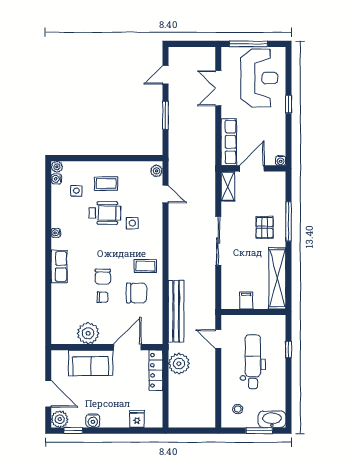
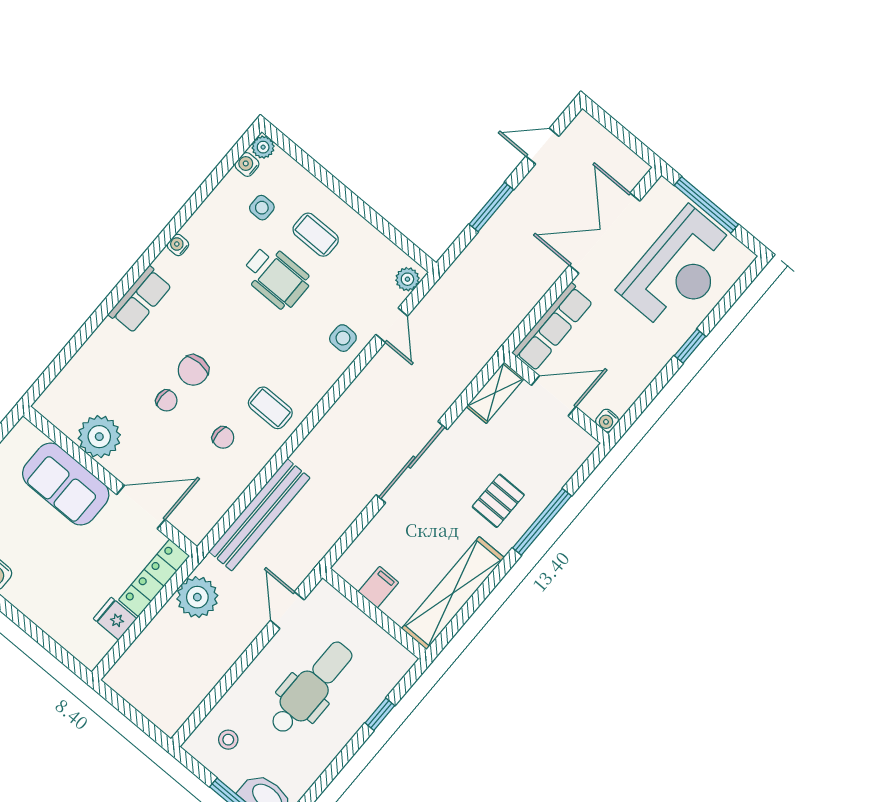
double door: (218, 88) -> (605, 233), width x1.37
side table: (132, 223) -> (343, 338), moved
chair: (137, 293) -> (223, 438), width x0.54, depth x0.54
fridge: (137, 419) -> (115, 619), moved, turned -90

